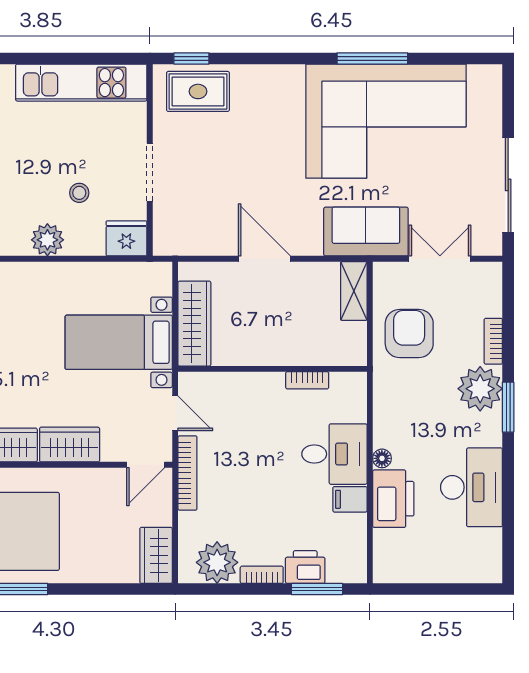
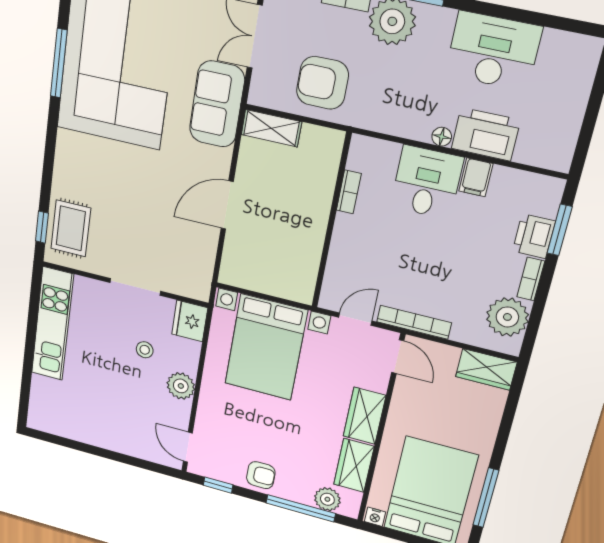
wardrobe: (194, 324) -> (276, 282), removed
bed with nightstands: (119, 342) -> (266, 347), width x1.36

